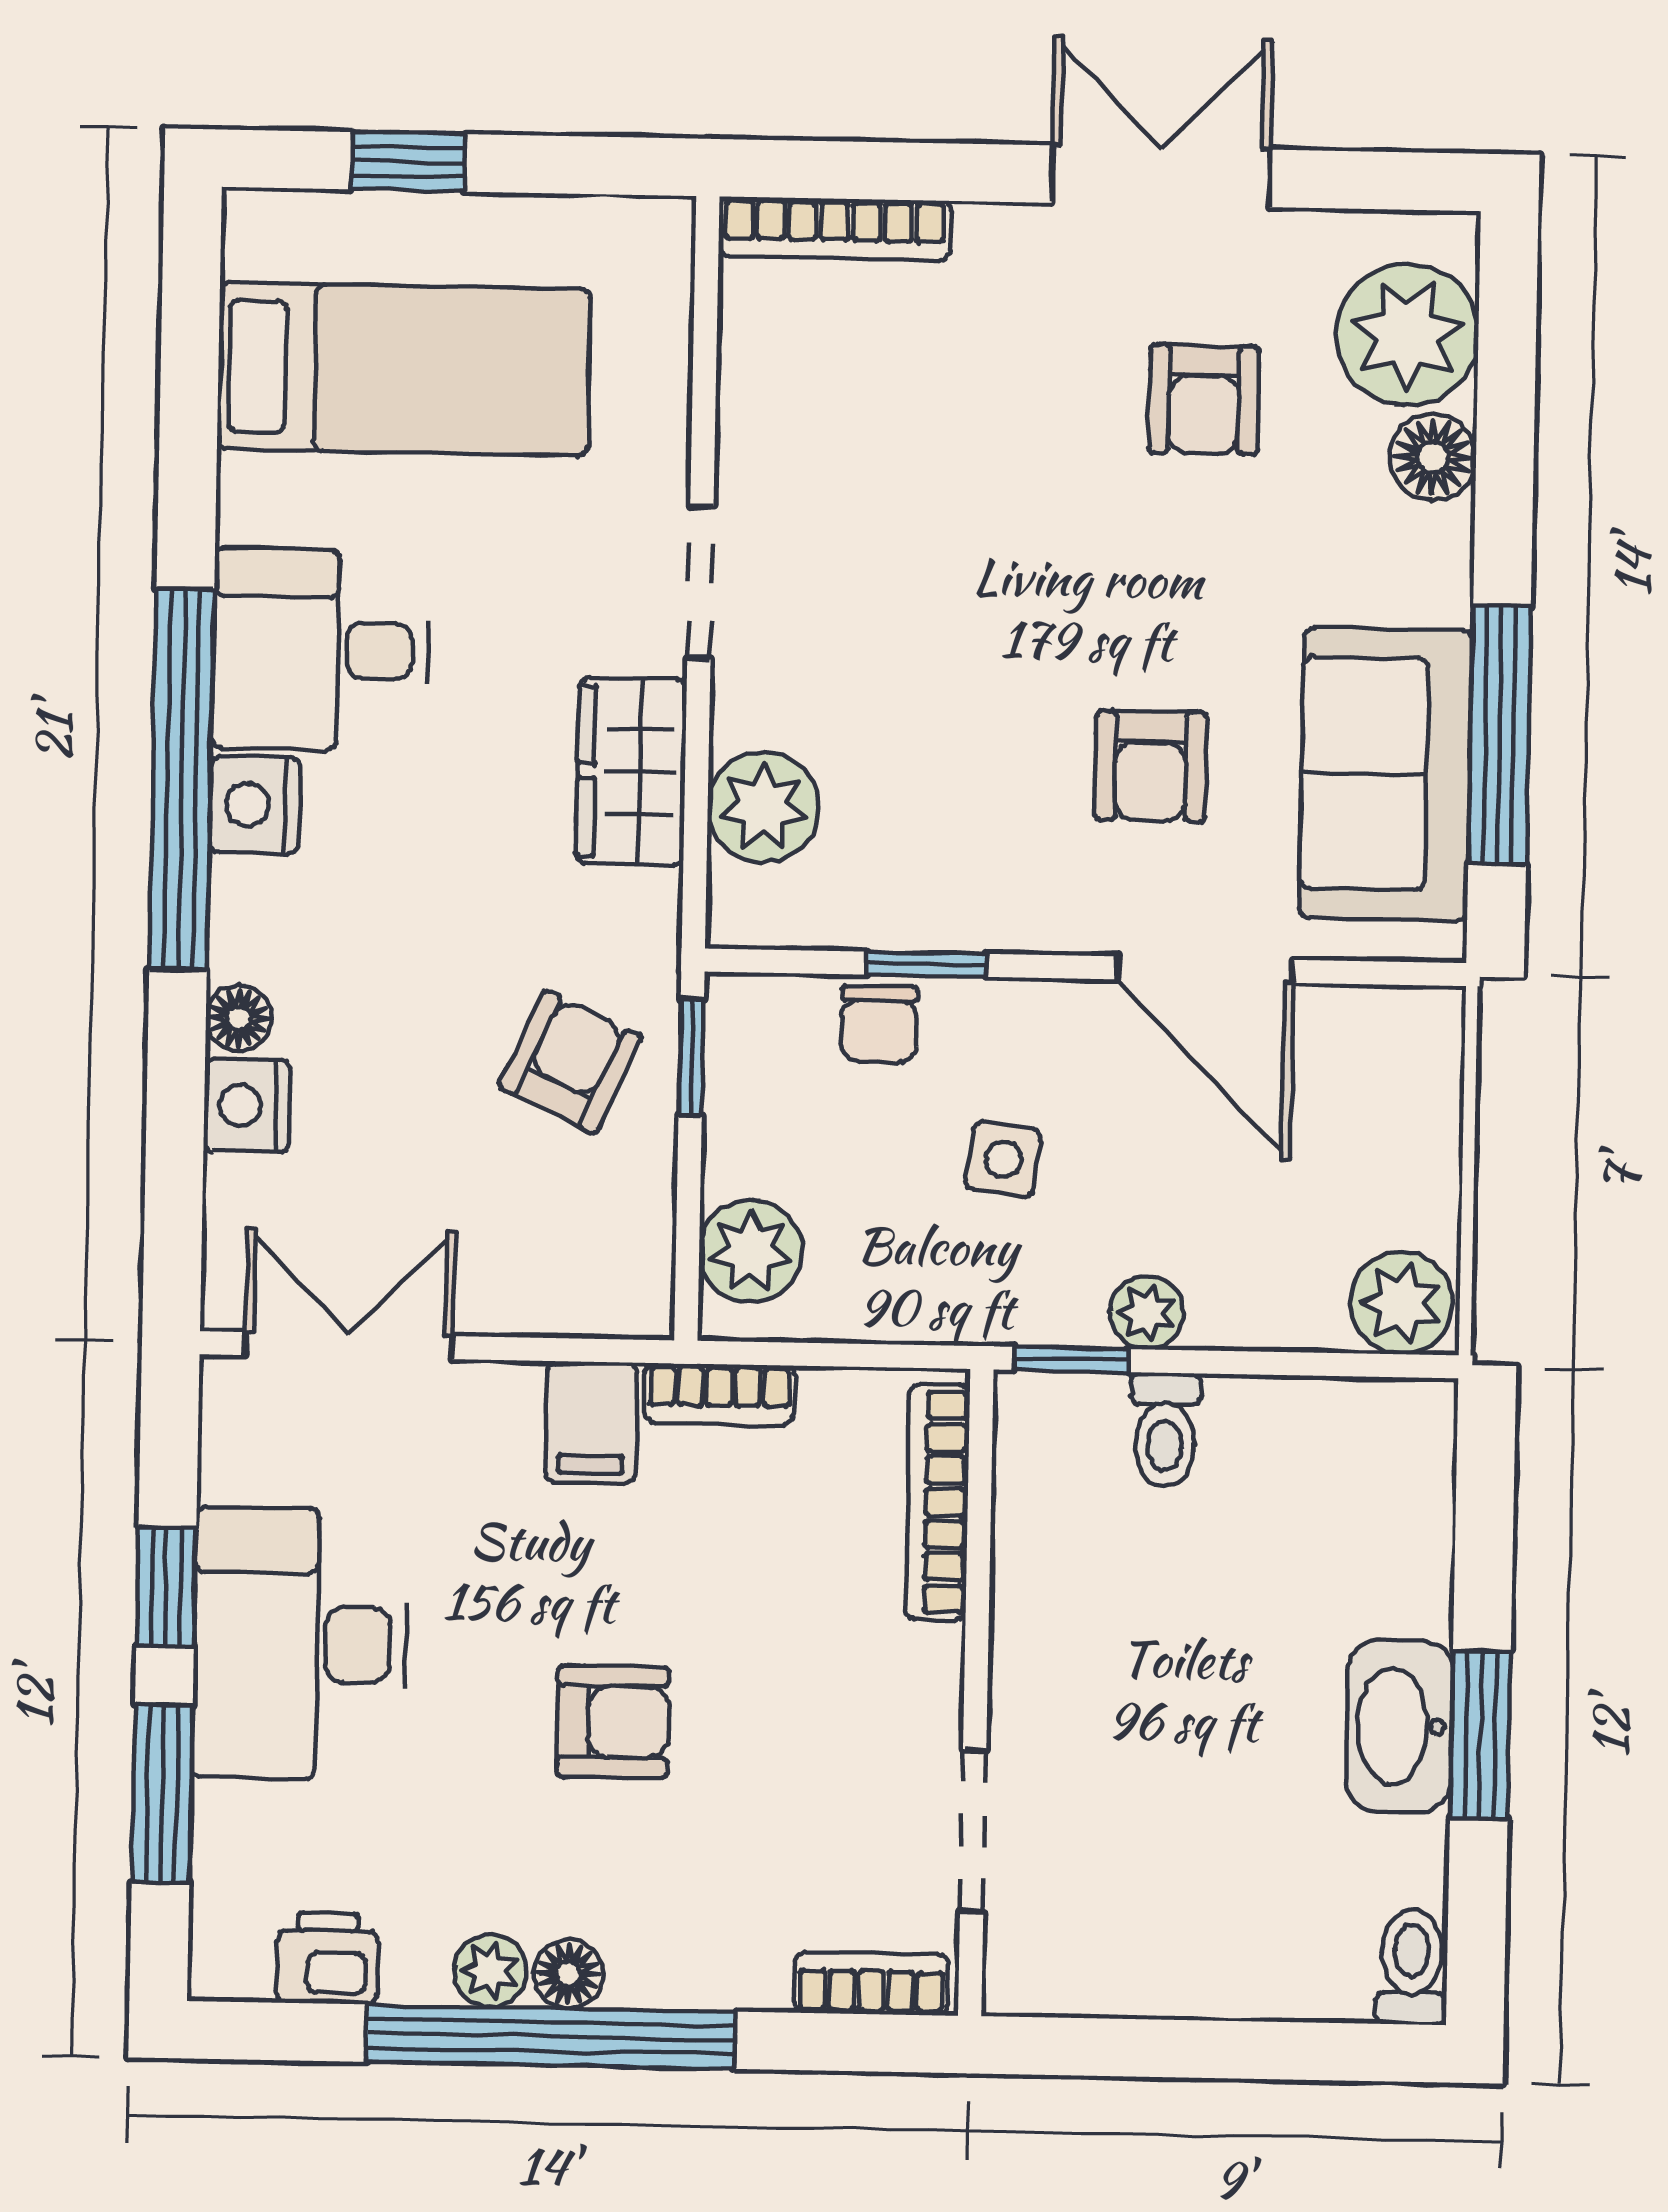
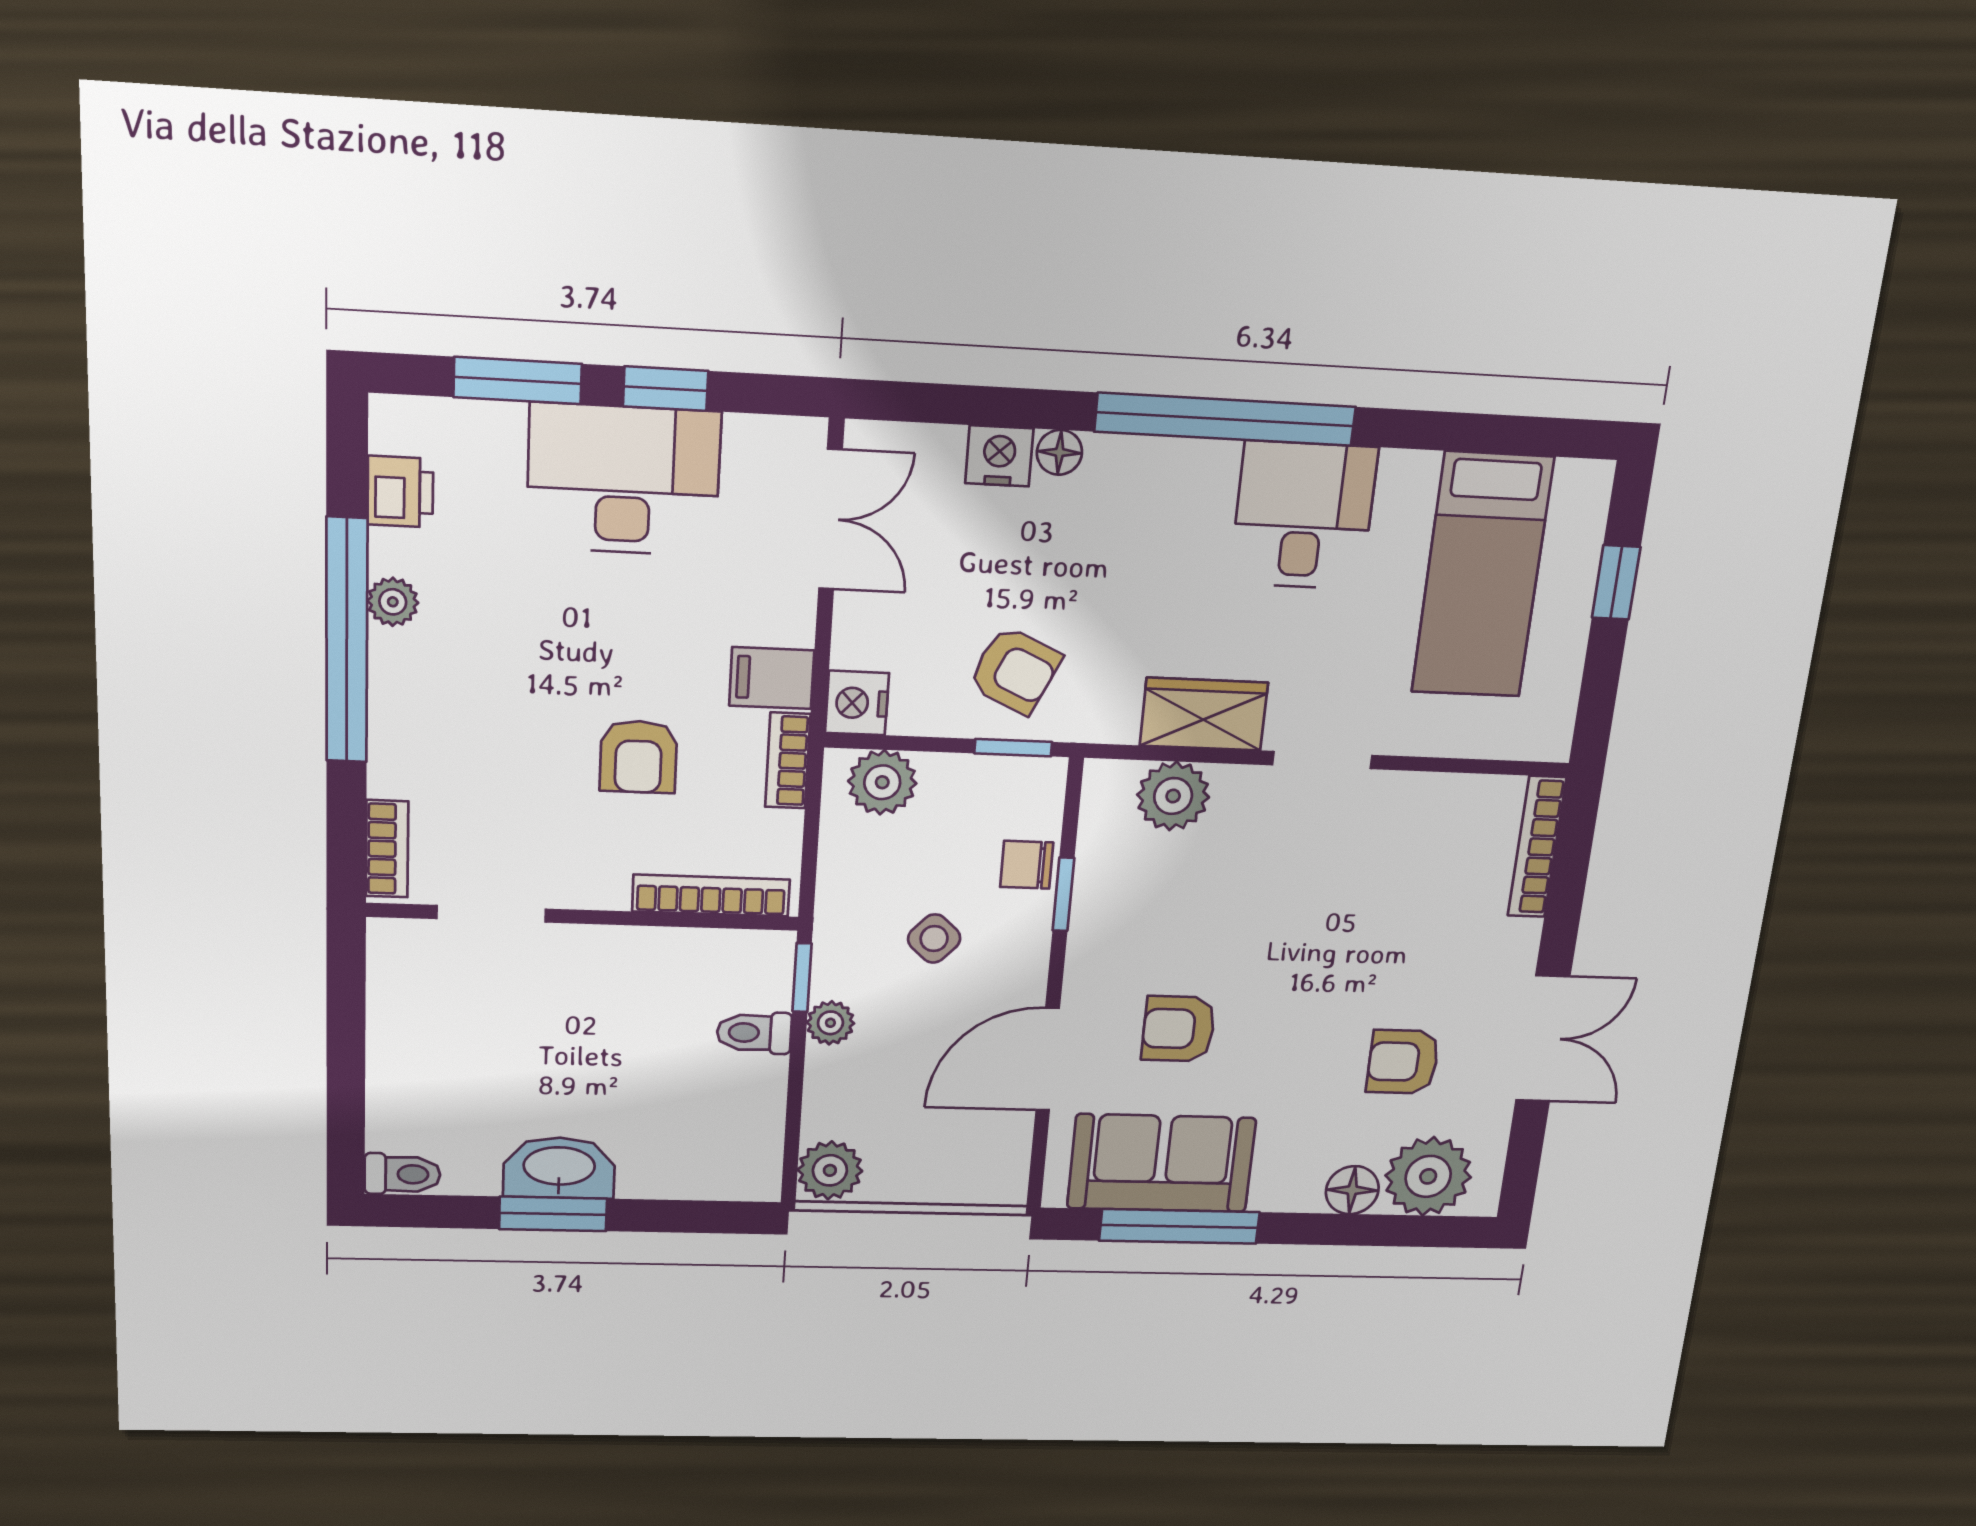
nightstand: (255, 805) -> (857, 703), moved, turned -90
side table: (1003, 1159) -> (934, 939), turned 35
armchair: (613, 1722) -> (638, 757), moved
floor lamp: (568, 1974) -> (391, 654), removed

